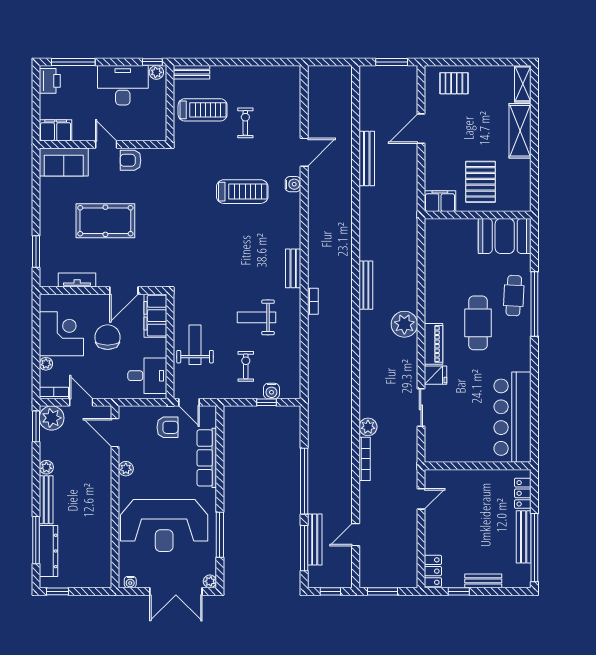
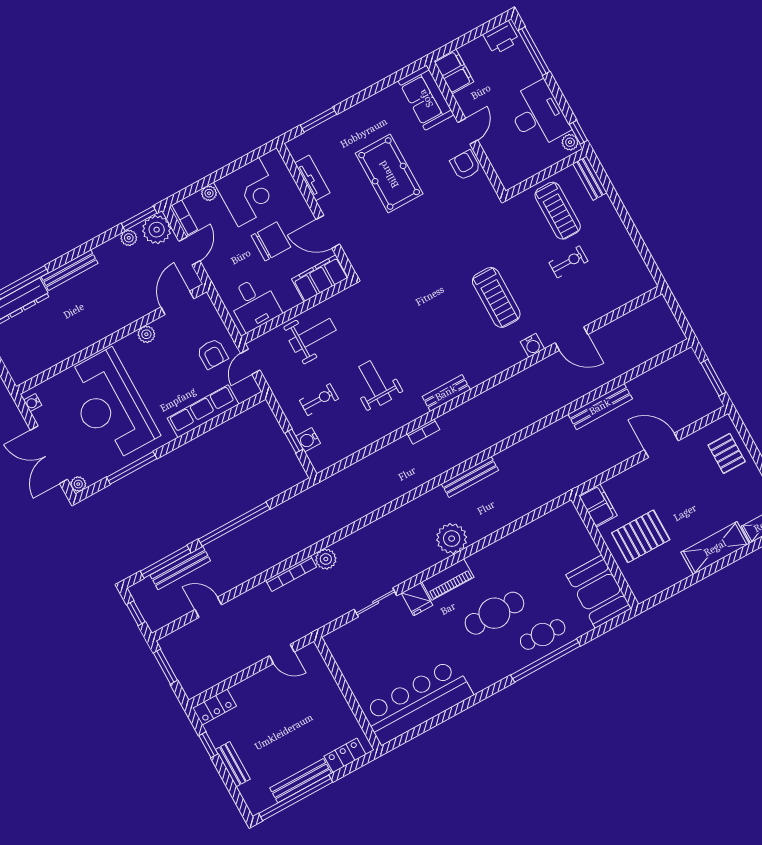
plant: (46, 467) -> (129, 238), moved

